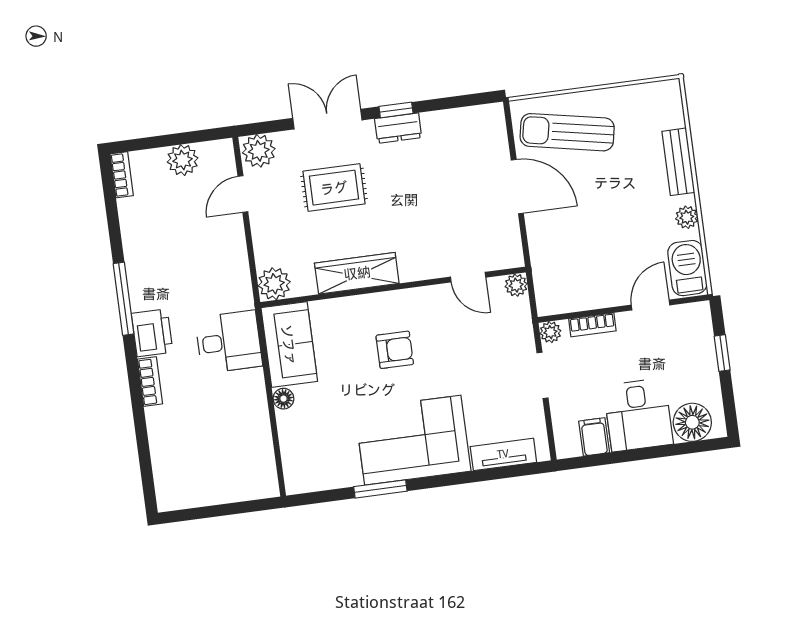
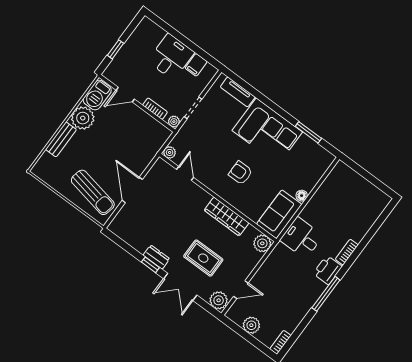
plant: (687, 217) -> (83, 118), width x1.88, depth x1.88
floor lamp: (692, 422) -> (153, 34), removed
window: (380, 489) -> (308, 132), moved

